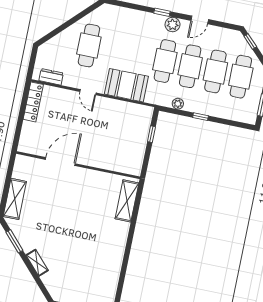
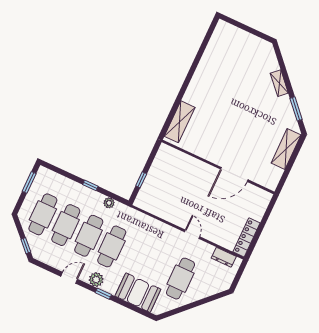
booth: (126, 85) -> (138, 293), moved

